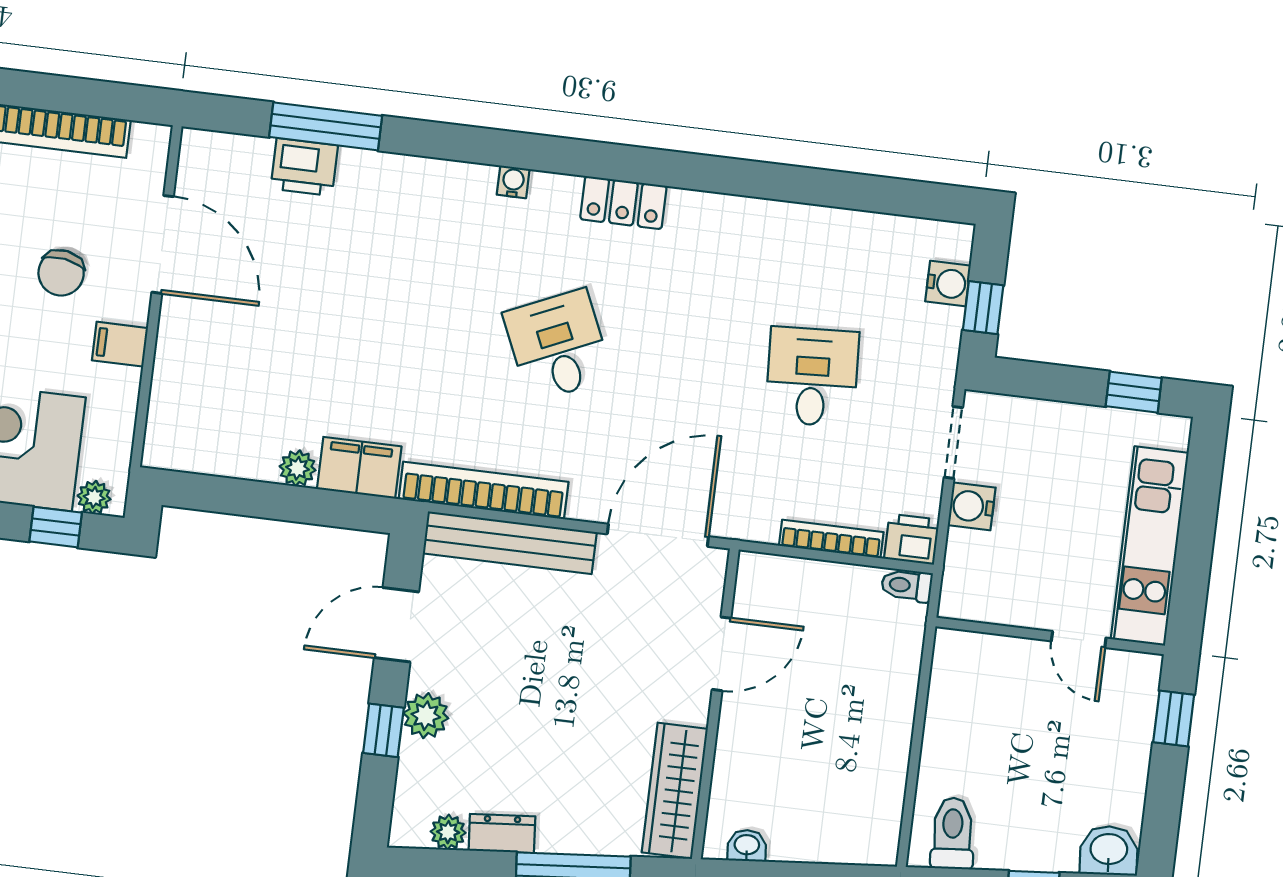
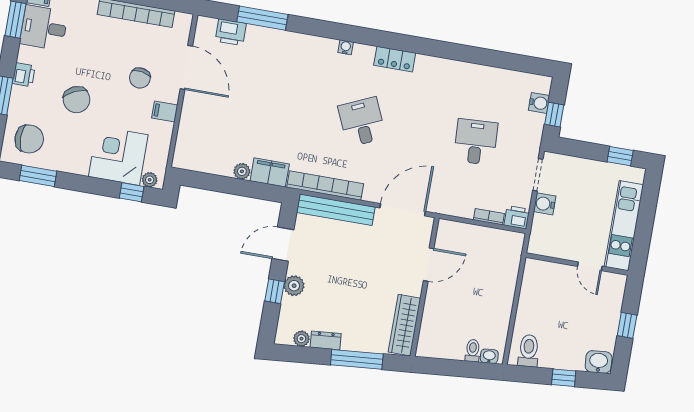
printer: (304, 167) -> (231, 32), moved
bookcase: (831, 539) -> (489, 217), width x0.64
toilet: (907, 585) -> (473, 351), moved, turned 85
window: (1174, 719) -> (627, 325), moved
washbasin: (747, 846) -> (489, 356), moved

